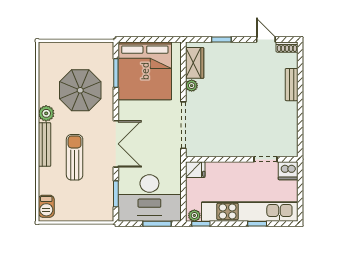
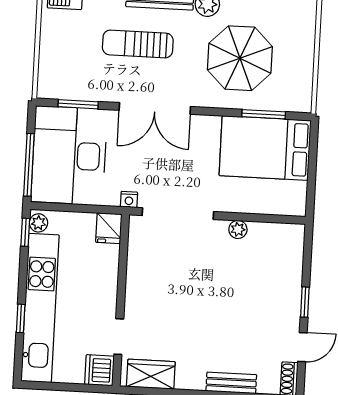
window: (221, 40) -> (305, 302), moved
wardrobe: (195, 63) -> (151, 374), moved, turned 180
bed: (145, 71) -> (265, 148), width x0.73
sun lounger: (75, 157) -> (138, 44), turned 180
nightstand: (176, 157) -> (129, 200), added
window: (157, 224) -> (29, 165), width x1.44

